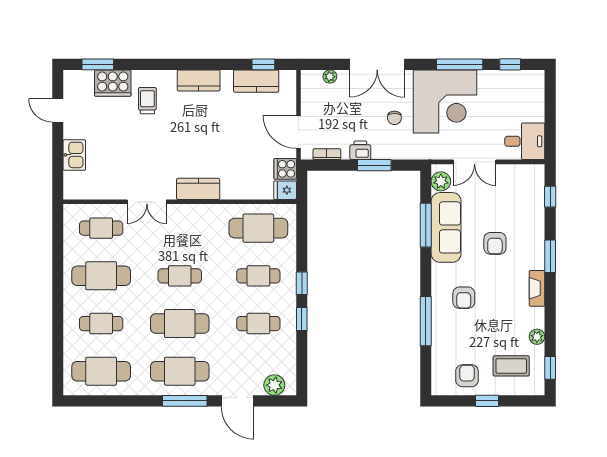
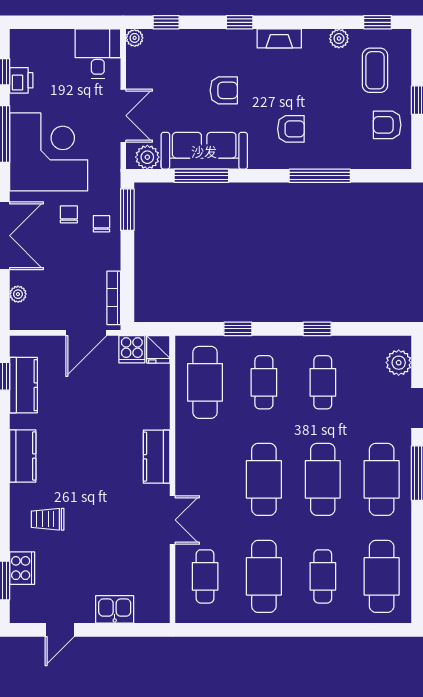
cooker: (113, 83) -> (22, 568), width x0.73, depth x0.76
chair: (394, 118) -> (69, 214), turned -90
chair: (387, 144) -> (101, 224), added
printer: (360, 150) -> (21, 80), moved, turned 180
bookcase: (327, 154) -> (114, 298), width x1.56
window: (374, 165) -> (127, 210), moved
plant: (537, 171) -> (135, 38), added
window: (550, 256) -> (240, 22), width x0.67
cafe table: (180, 276) -> (264, 479), width x1.37, depth x1.35
window: (302, 283) -> (238, 329), moved

